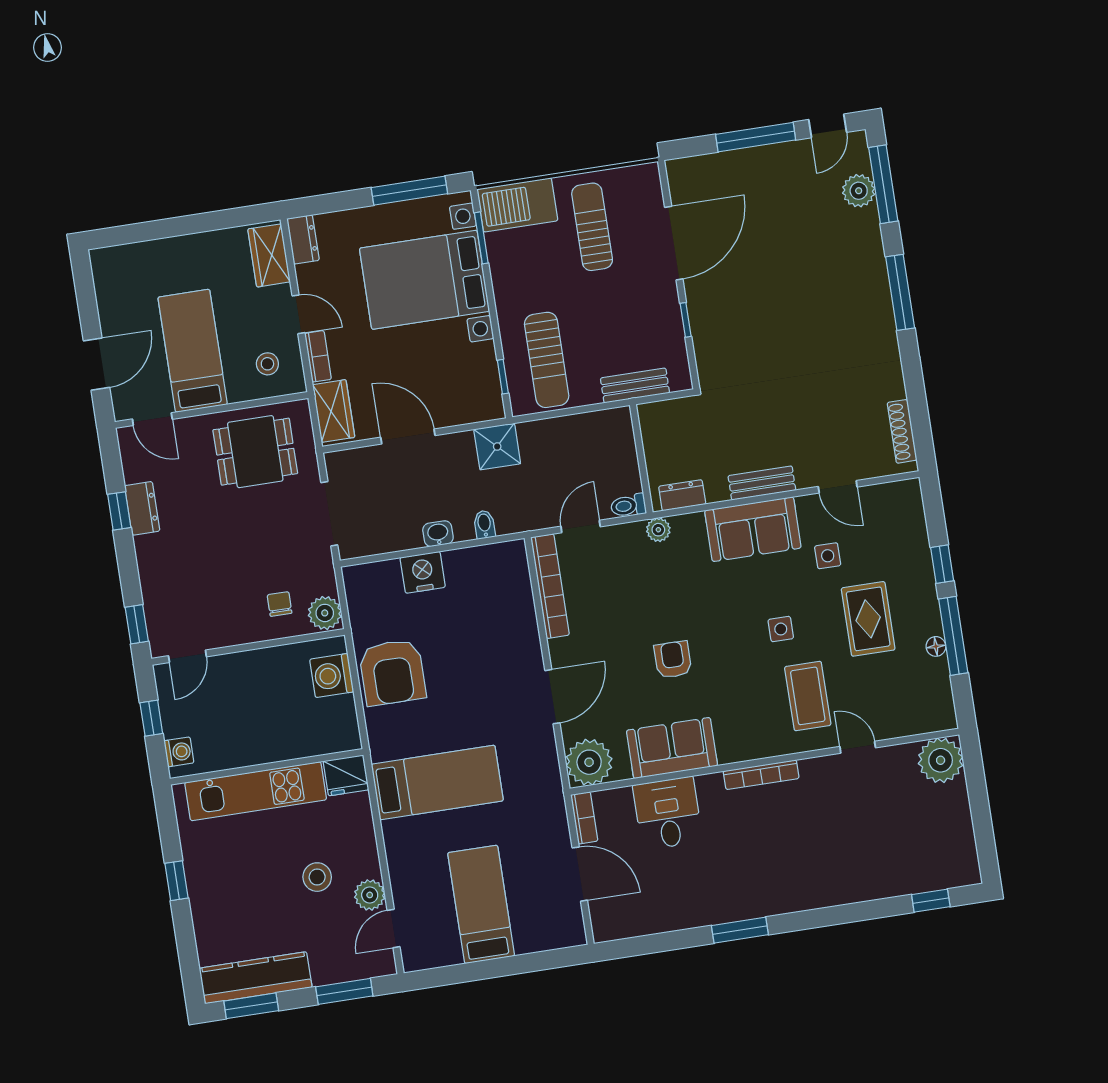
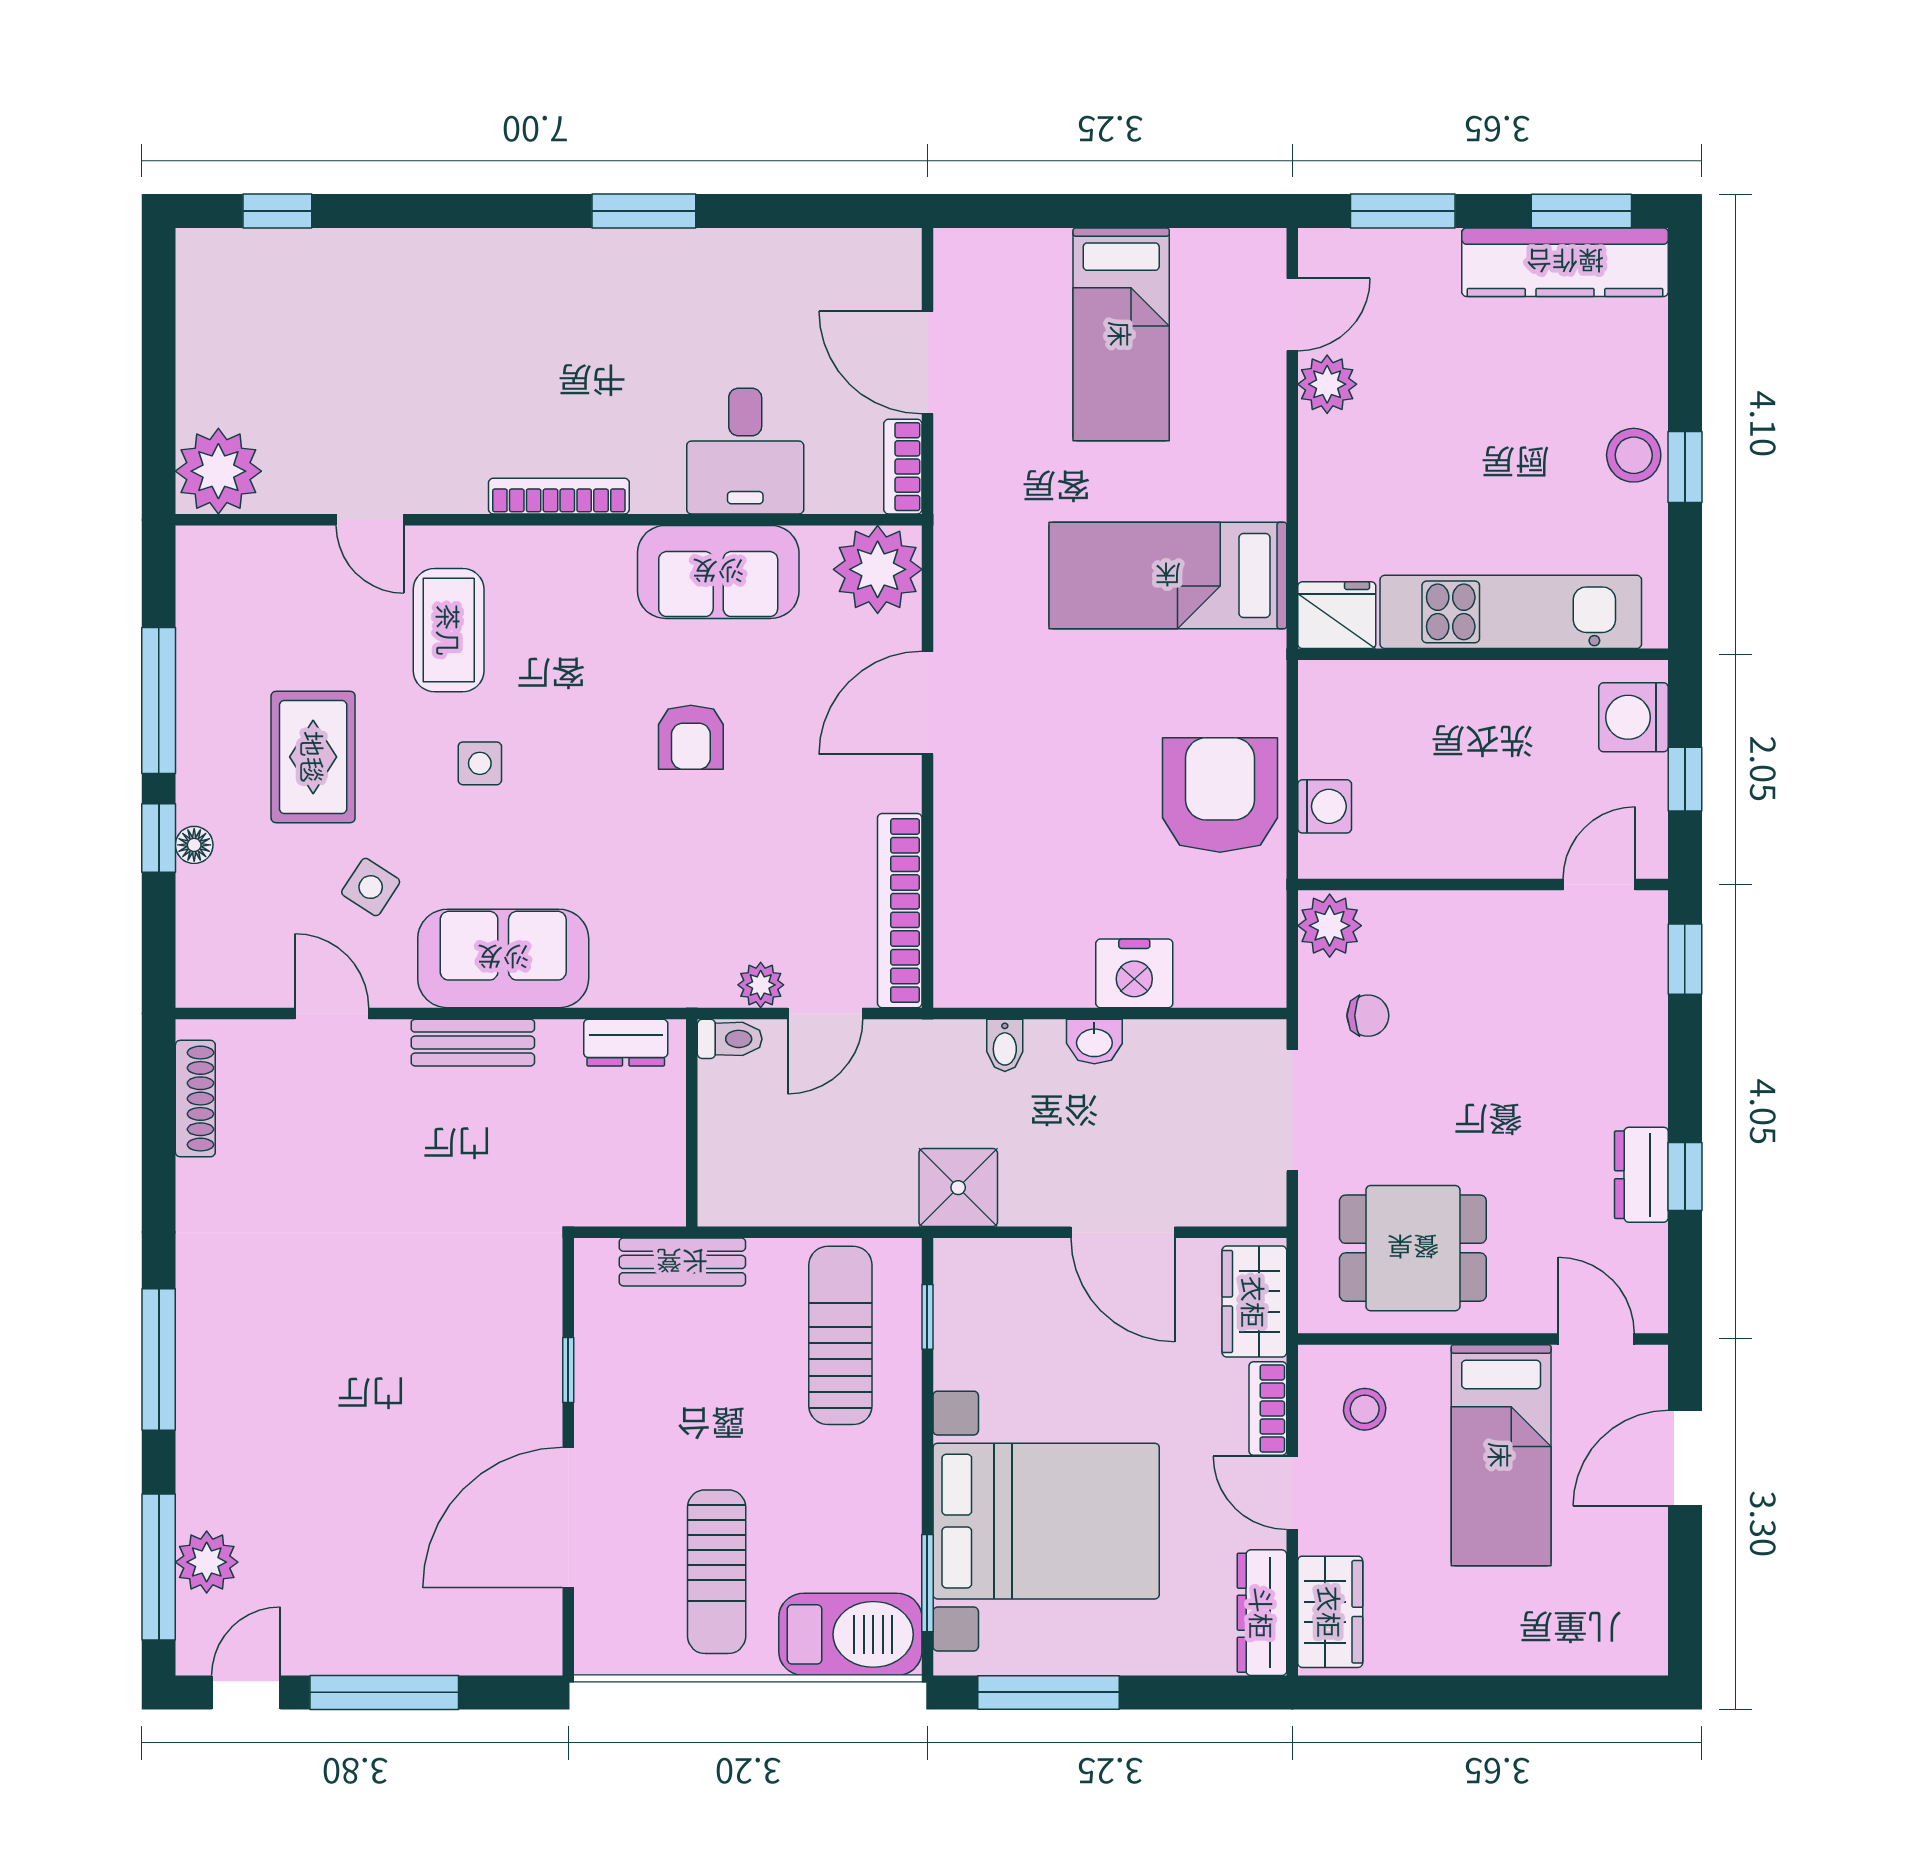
dresser: (303, 239) -> (1262, 1613), width x1.44
plant: (658, 530) -> (761, 985), moved
side table: (828, 556) -> (371, 887), turned 33
chair: (280, 604) -> (1368, 1016), moved, turned -90
floor lamp: (936, 646) -> (194, 845), moved
washing machine: (332, 676) -> (1325, 806), width x0.73, depth x0.73
washing machine: (179, 752) -> (1634, 717), width x1.38, depth x1.38
stool: (317, 877) -> (1634, 455), moved

